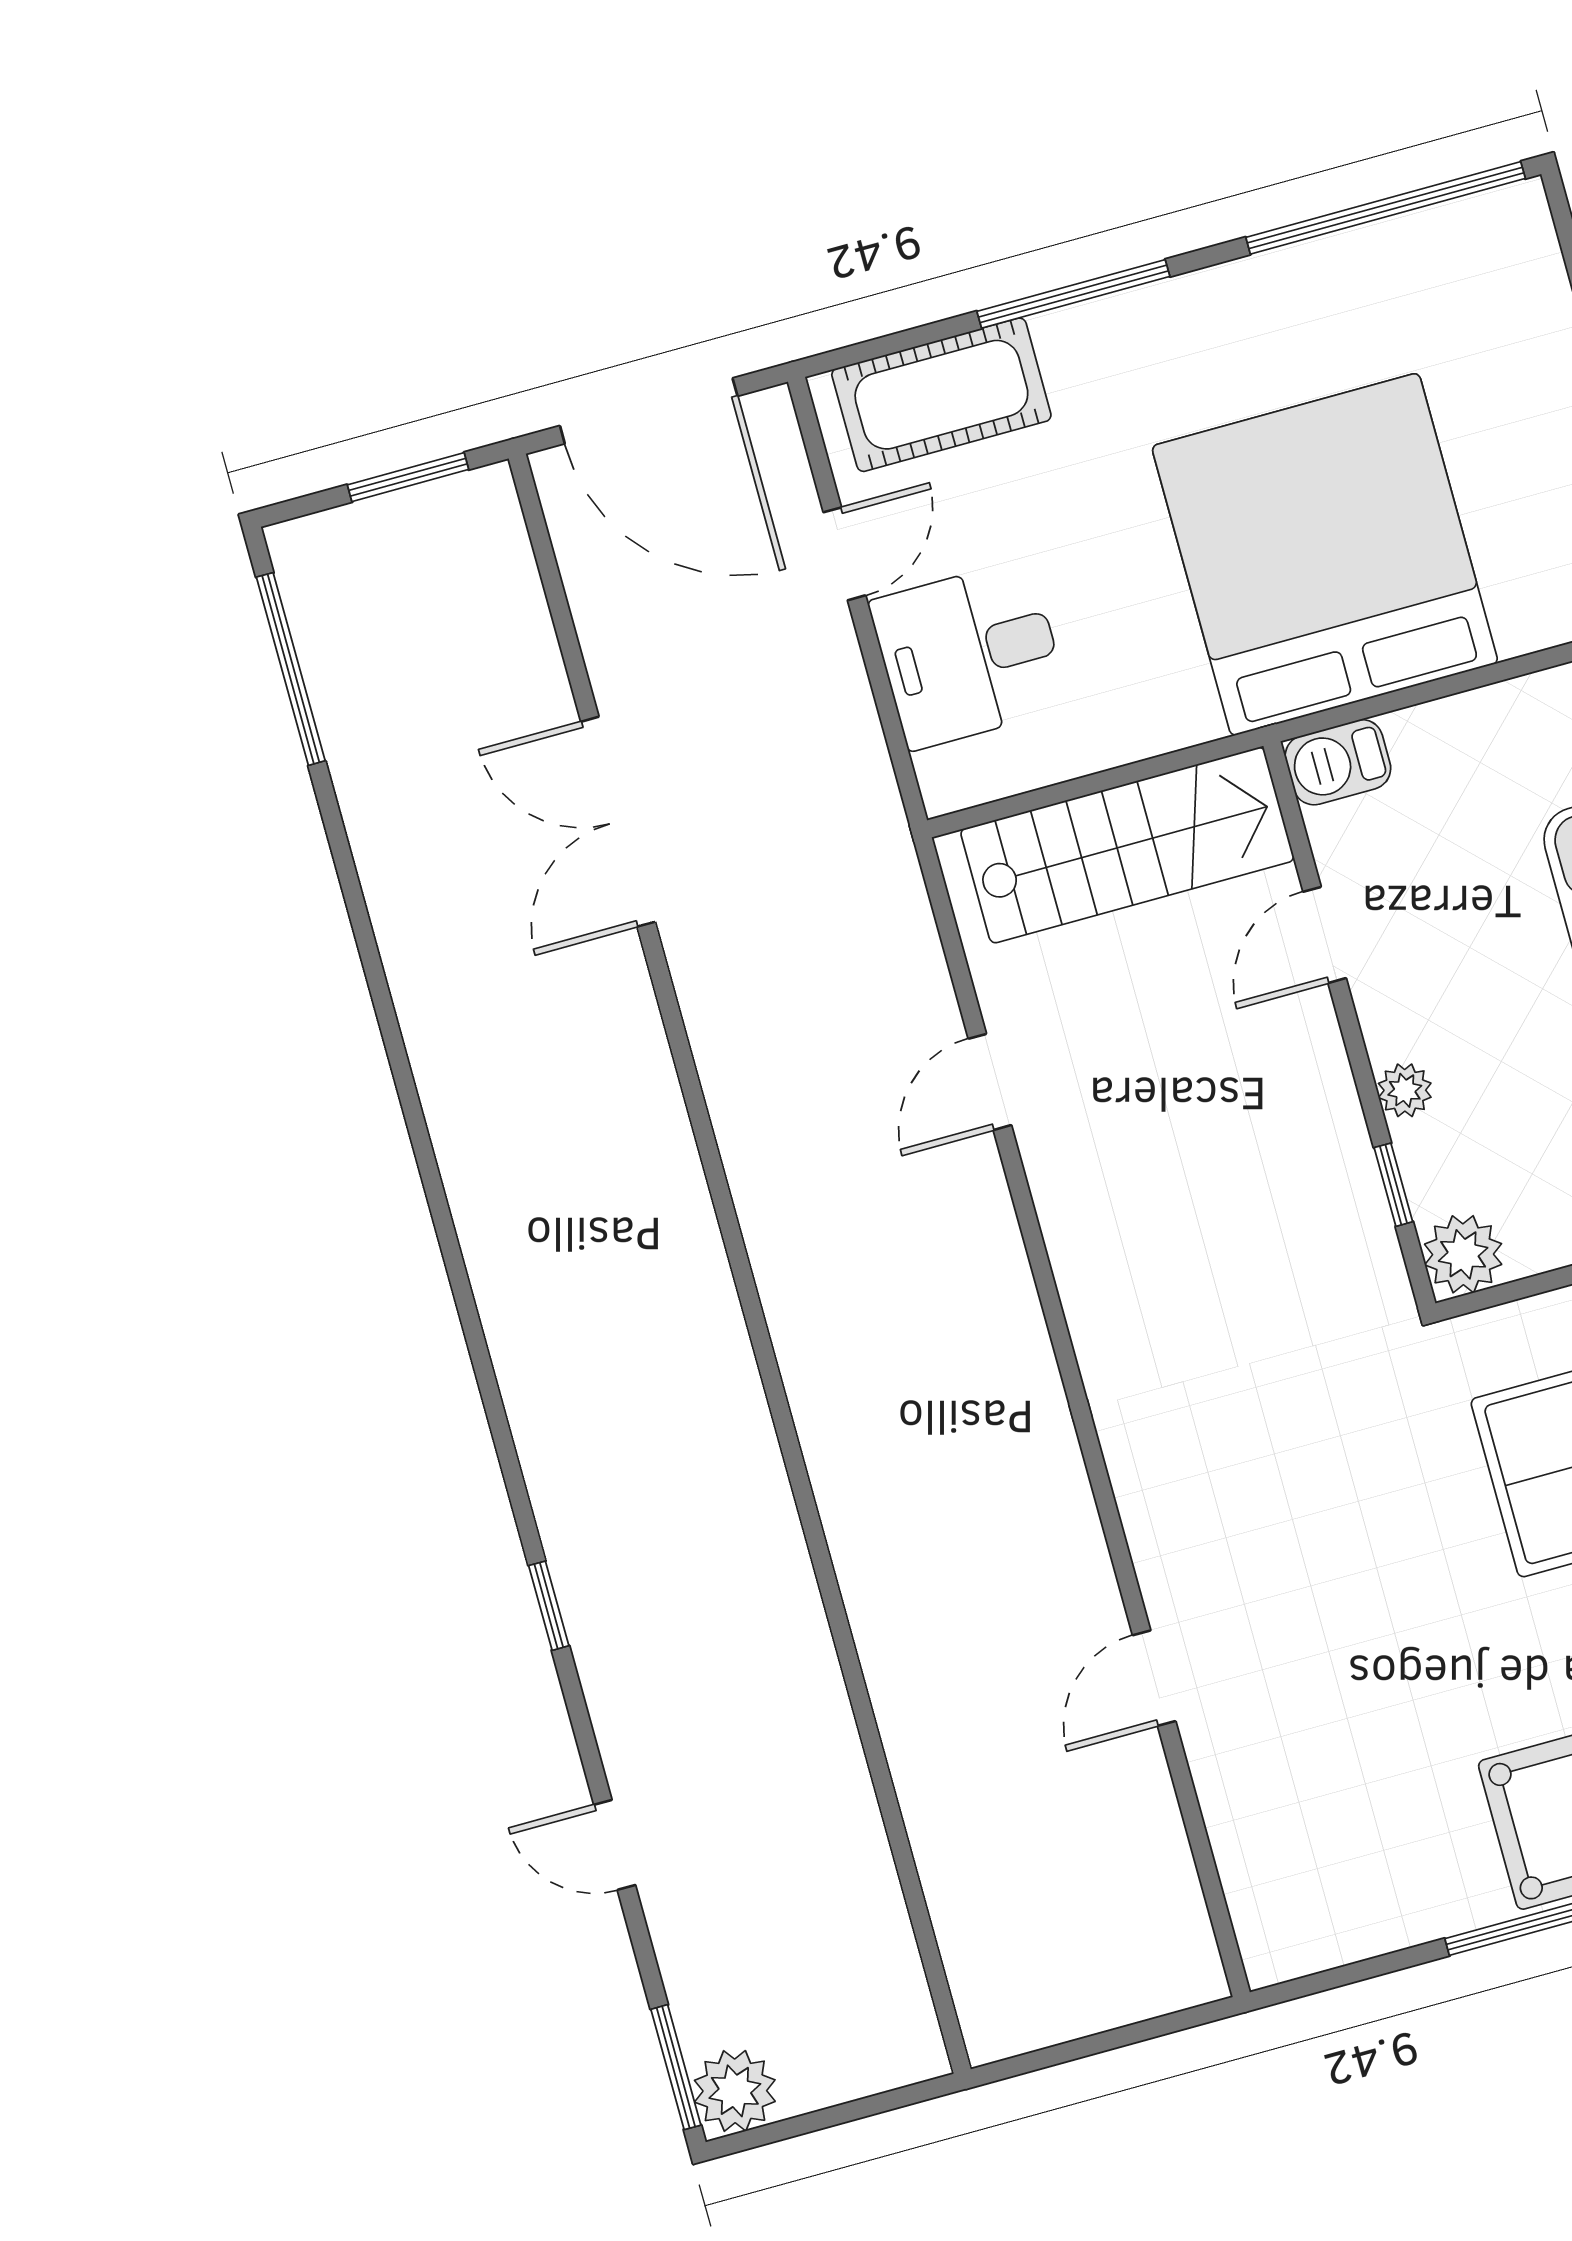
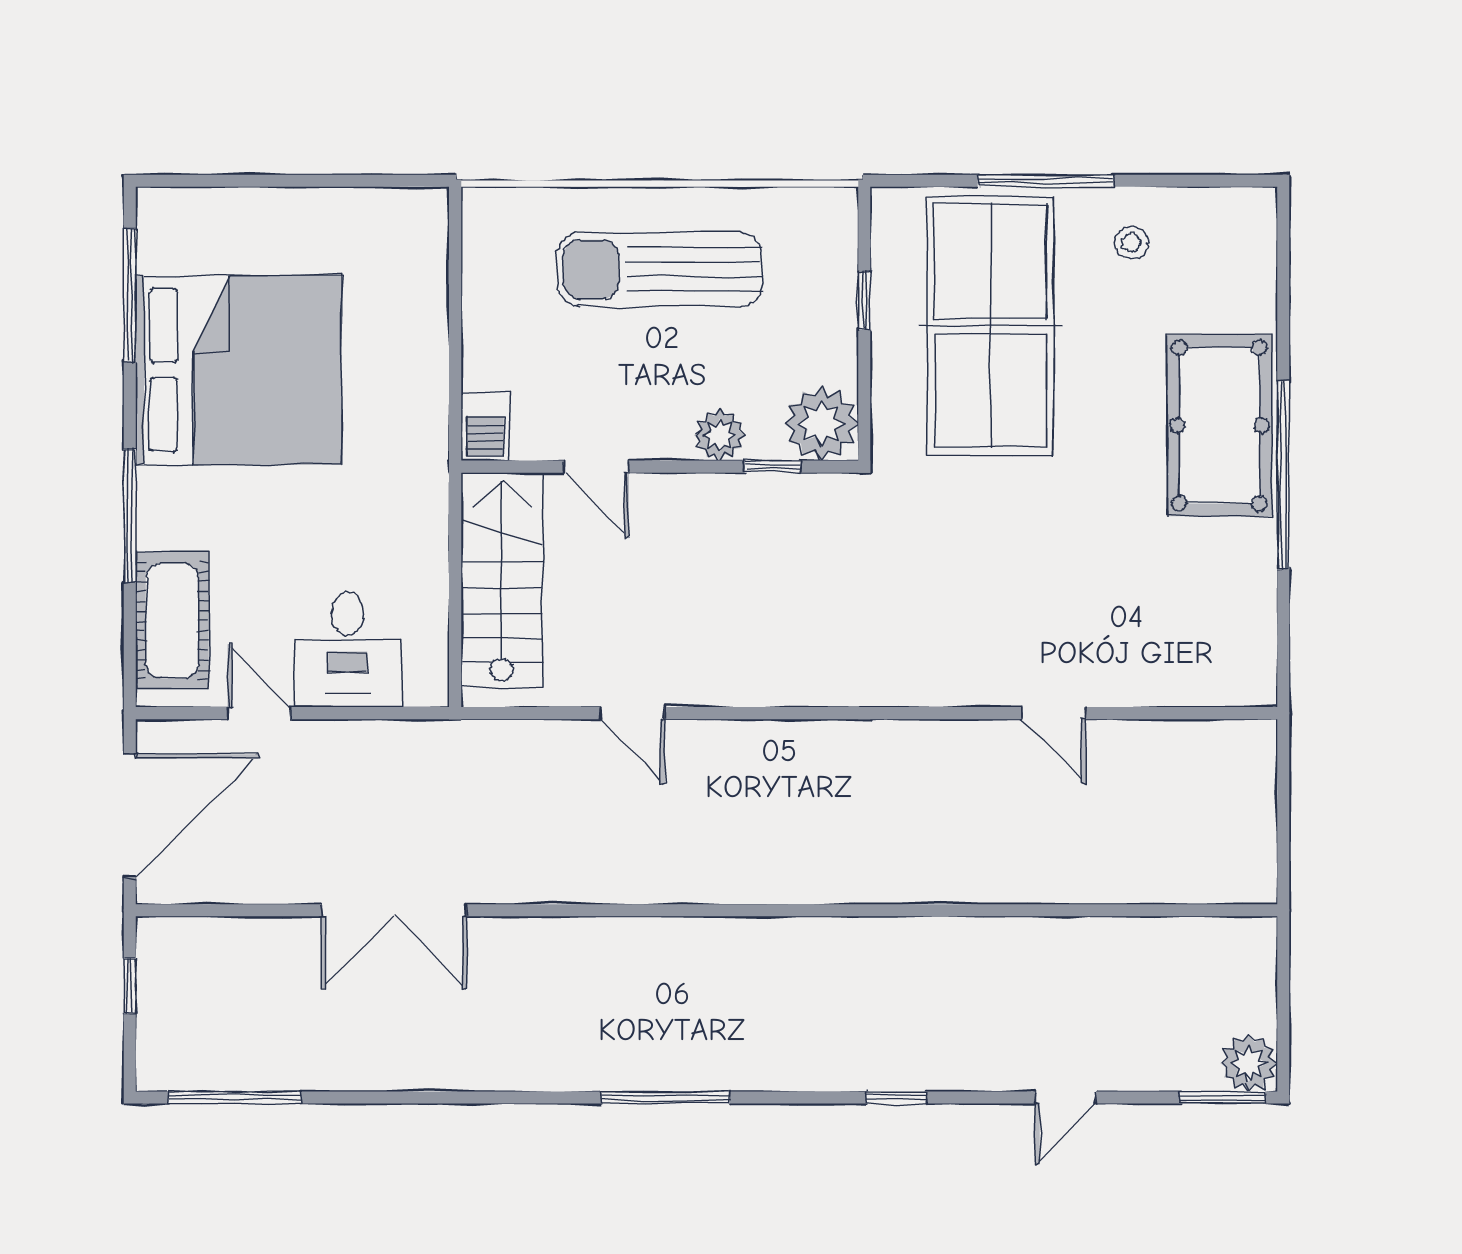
window: (1386, 208) -> (130, 295), width x0.68
window: (408, 477) -> (130, 986), width x0.67
bed: (1325, 554) -> (238, 370), moved, turned 180
plant: (1405, 1090) -> (720, 435), width x1.38, depth x1.38
plant: (1463, 1254) -> (821, 424), width x1.36, depth x1.36
window: (459, 1279) -> (666, 1098), added

